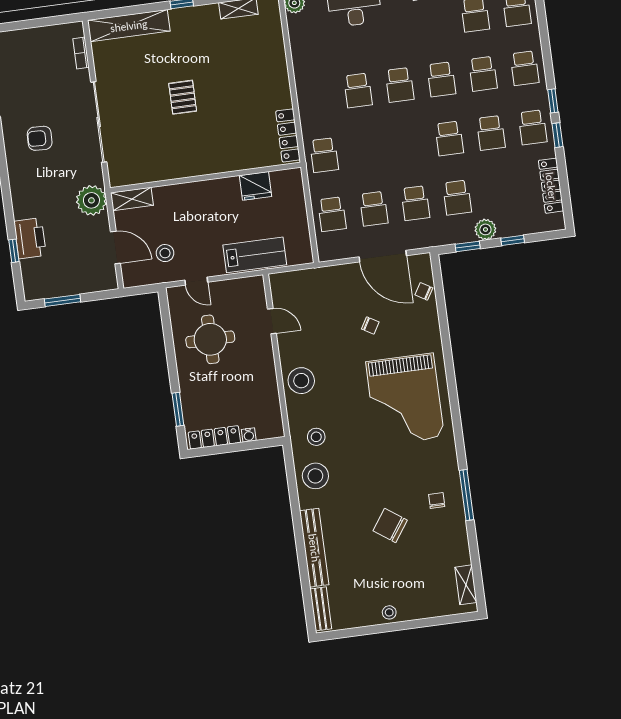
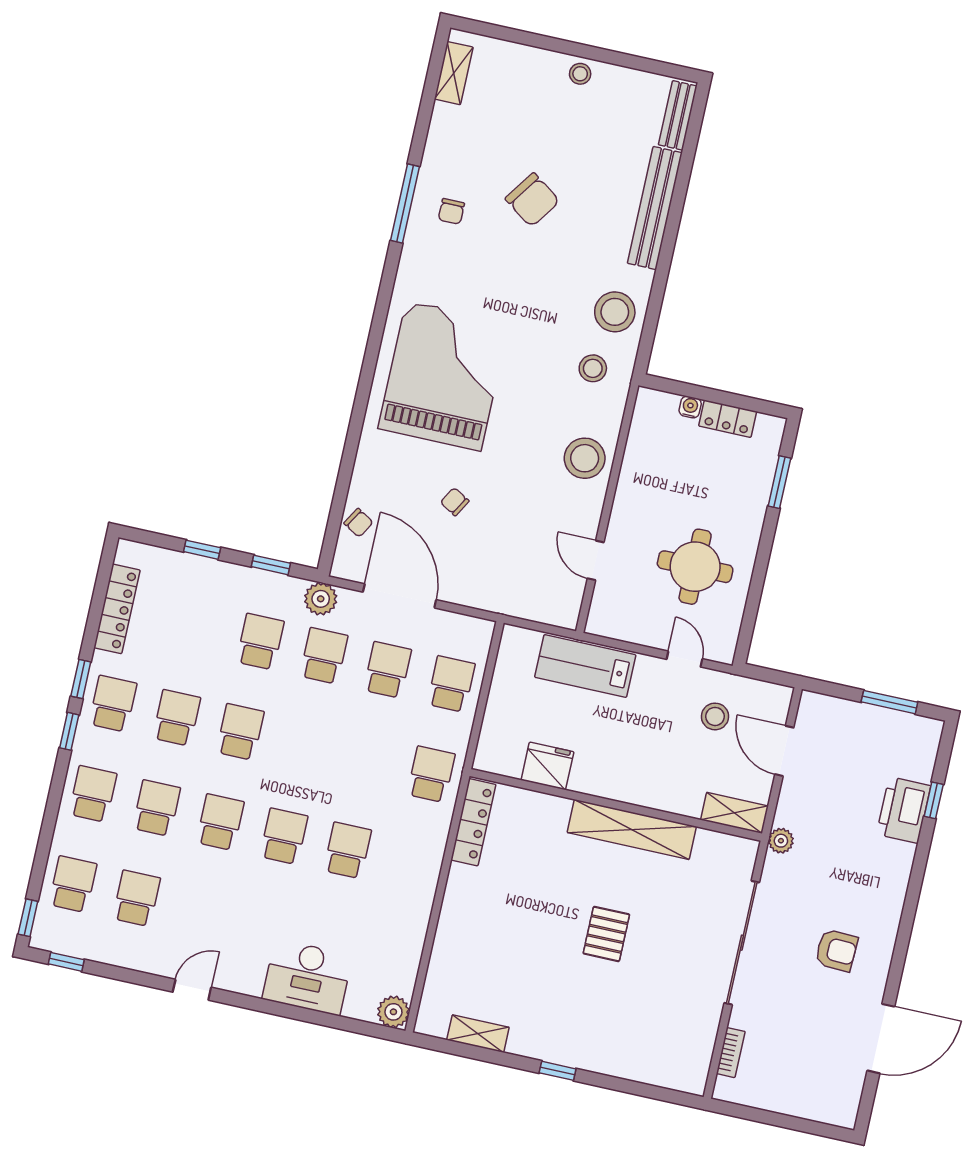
shelving: (129, 26) -> (632, 829), moved
plant: (91, 200) -> (781, 841), width x0.53, depth x0.53
plant: (485, 229) -> (321, 599), moved
locker: (214, 437) -> (728, 419), width x0.66

